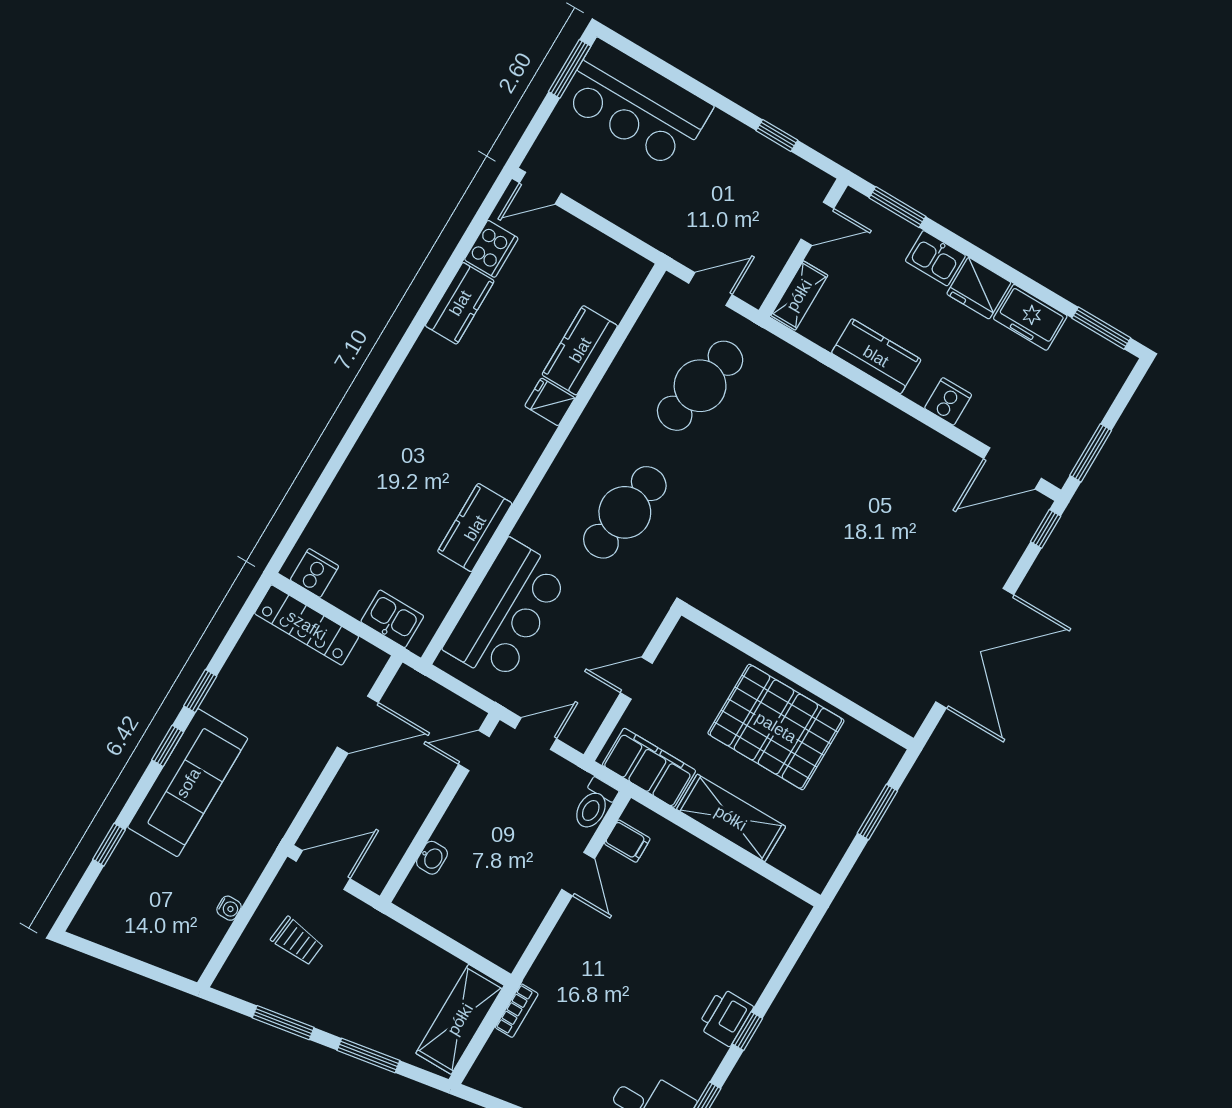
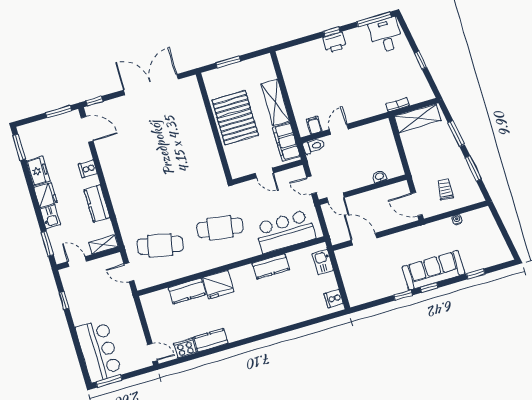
fridge: (550, 402) -> (218, 285), width x1.88, depth x1.34
locker: (307, 625) -> (351, 285), removed

